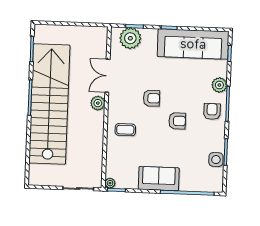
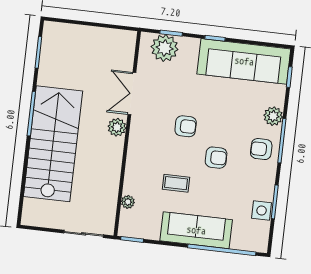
stairs: (49, 104) -> (53, 144), width x0.73
armchair: (212, 111) -> (261, 149), turned -90
coffee table: (125, 130) -> (176, 183), moved
sofa: (159, 179) -> (196, 230), width x1.36
plant: (110, 183) -> (128, 202), moved

